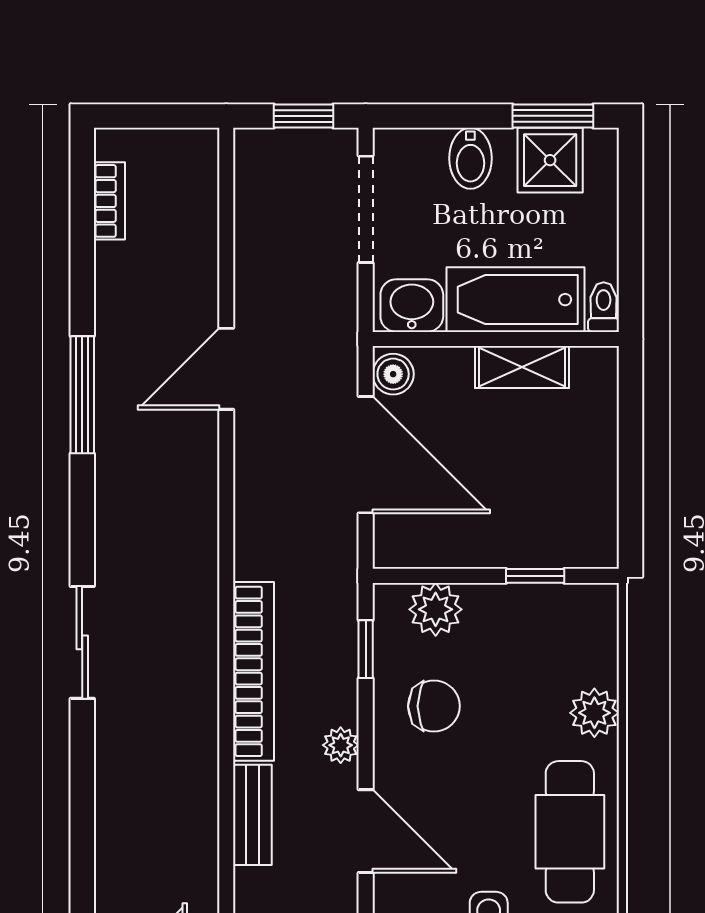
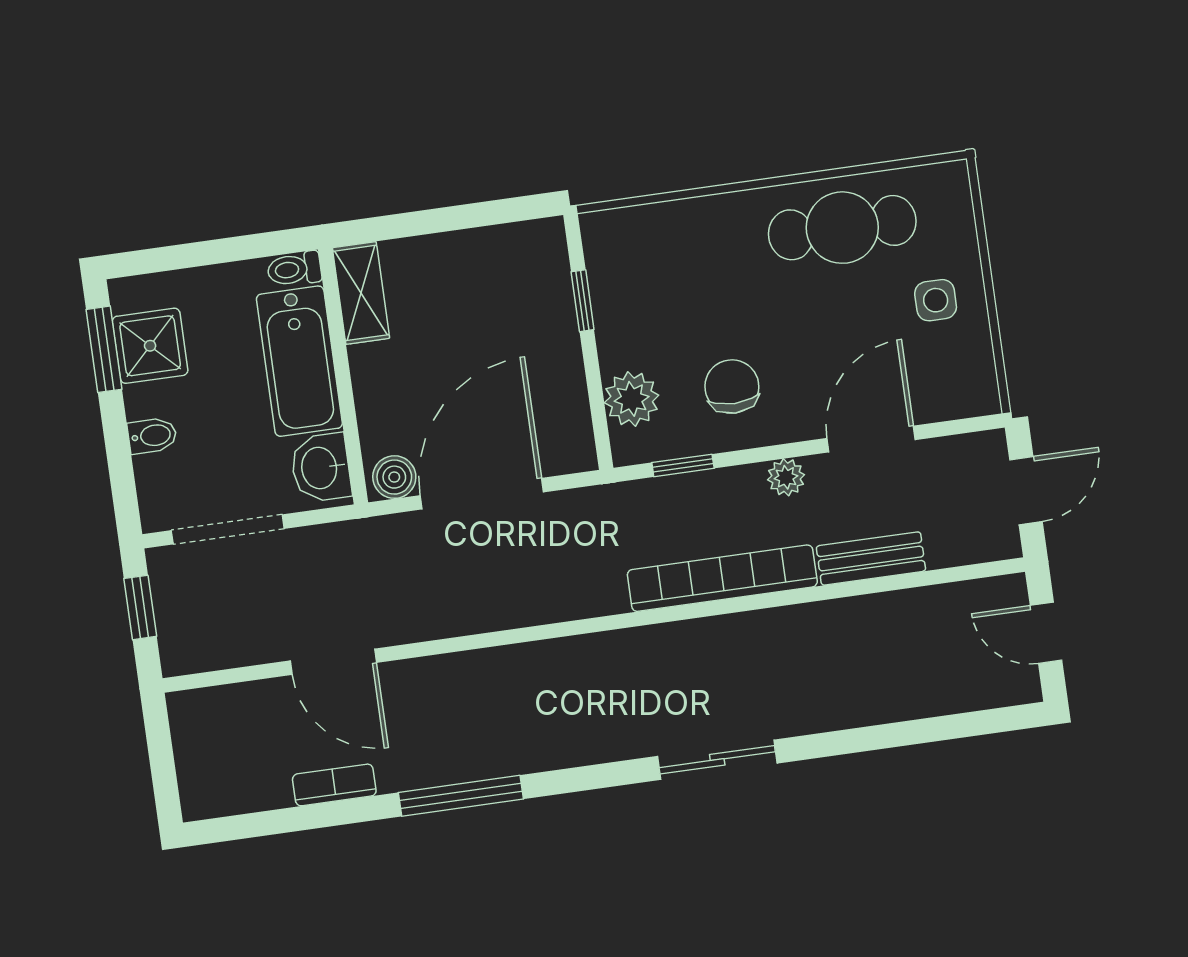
bidet: (470, 158) -> (152, 436), width x0.72, depth x0.74
bookcase: (109, 201) -> (334, 785), moved
shelving: (522, 367) -> (361, 293), moved
door: (226, 369) -> (333, 662), moved
plant: (594, 713) -> (716, 220), removed

